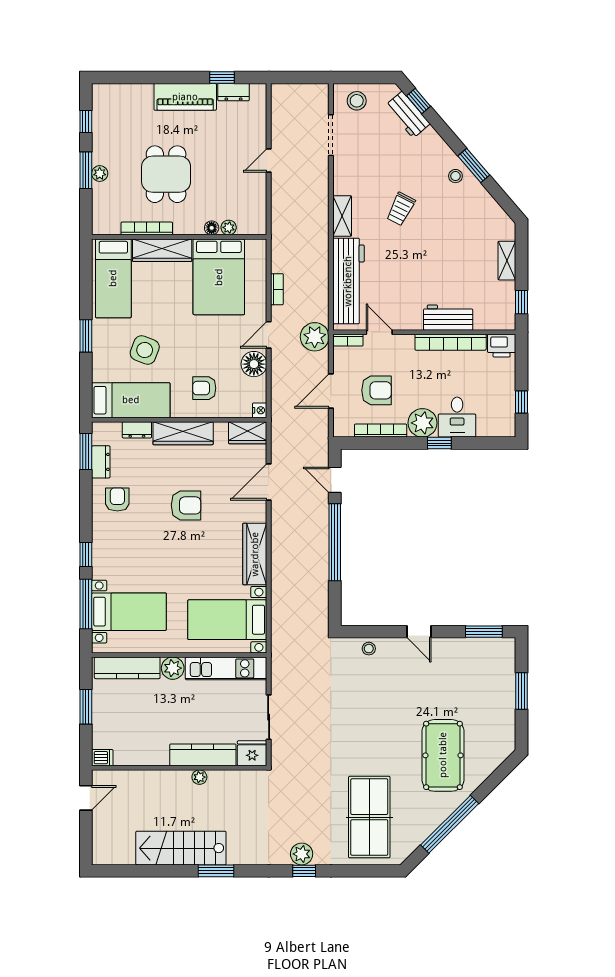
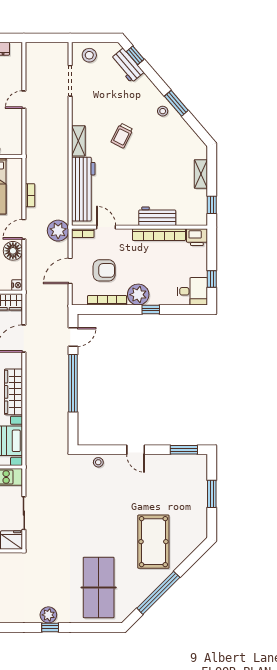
desk: (457, 417) -> (192, 291), moved, turned -90
door: (335, 480) -> (73, 337), swing flipped

